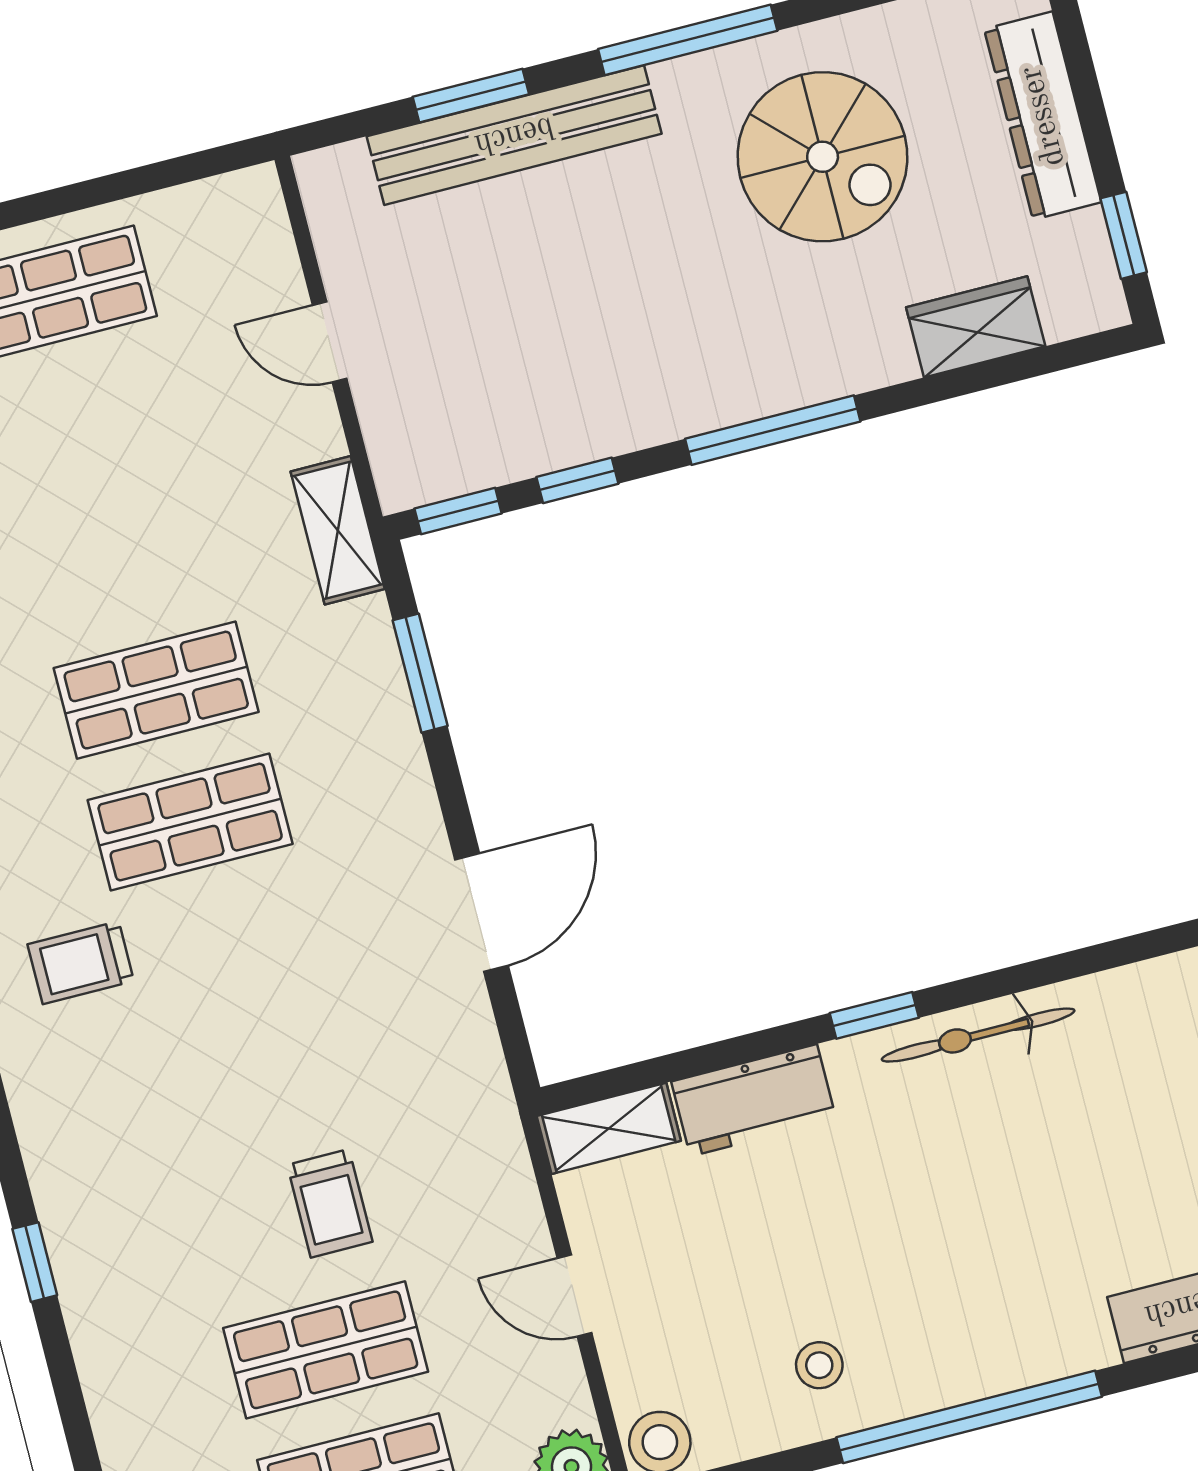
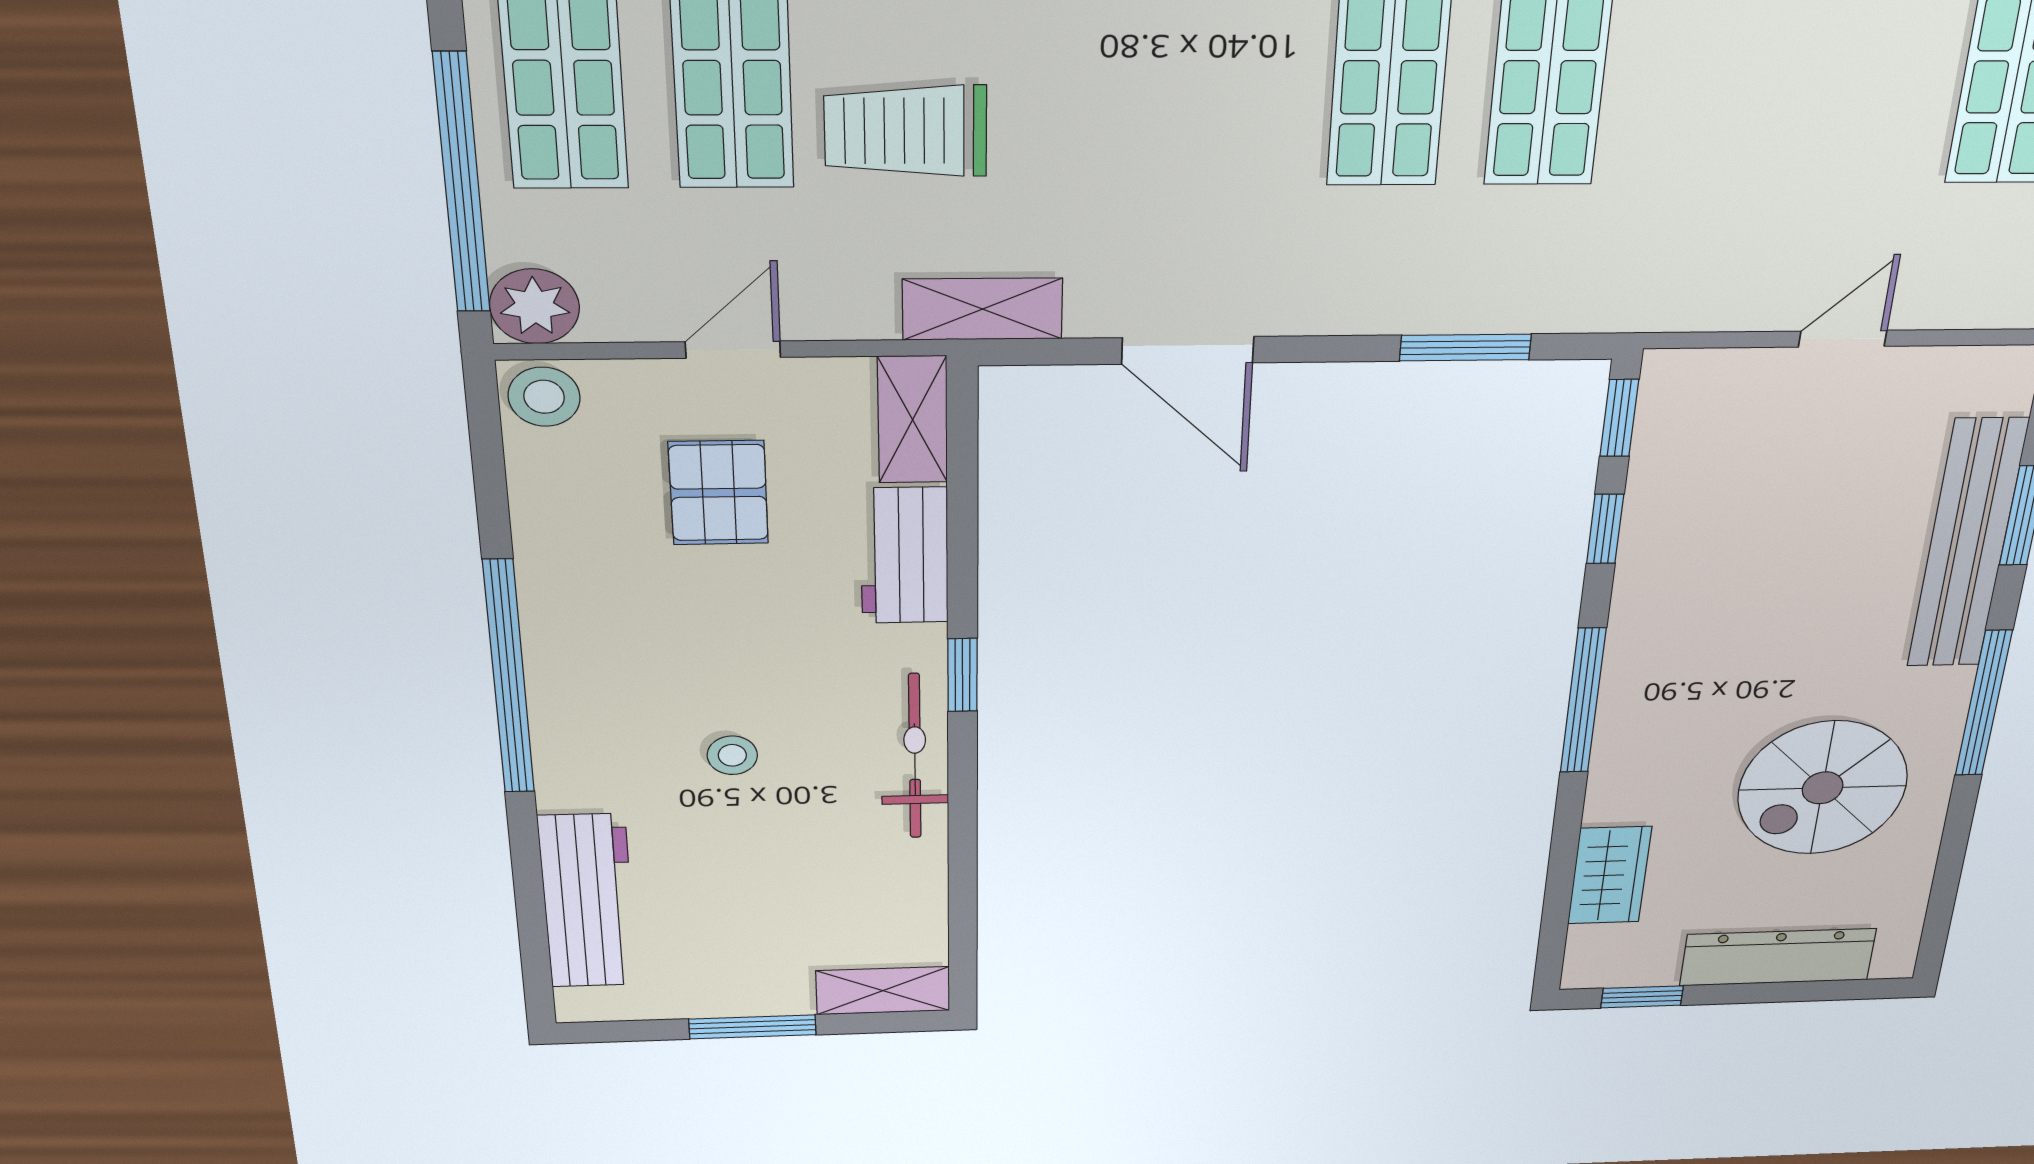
shelving: (338, 530) -> (982, 309), moved
trolley: (330, 1203) -> (906, 131), width x1.36, depth x1.39
pallet: (724, 1276) -> (718, 493), added
stool: (819, 1365) -> (732, 755), moved

